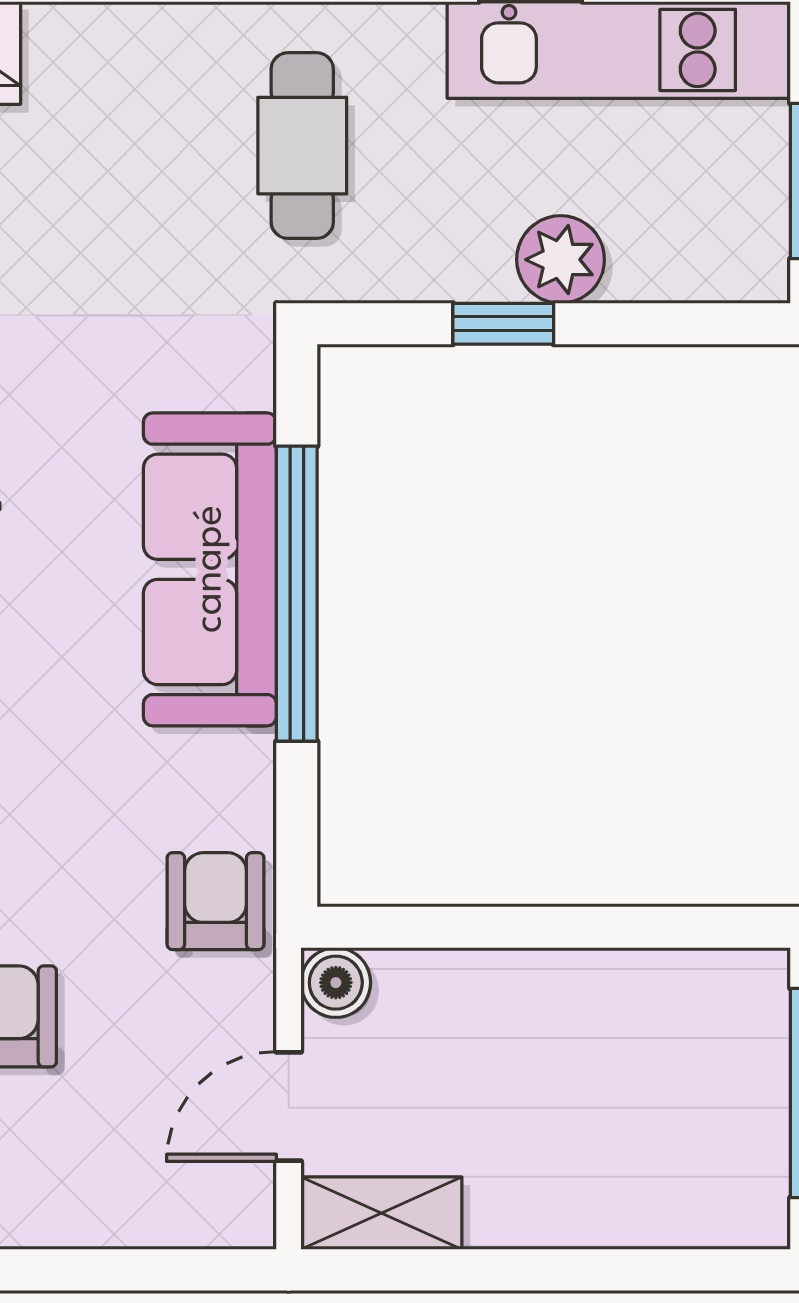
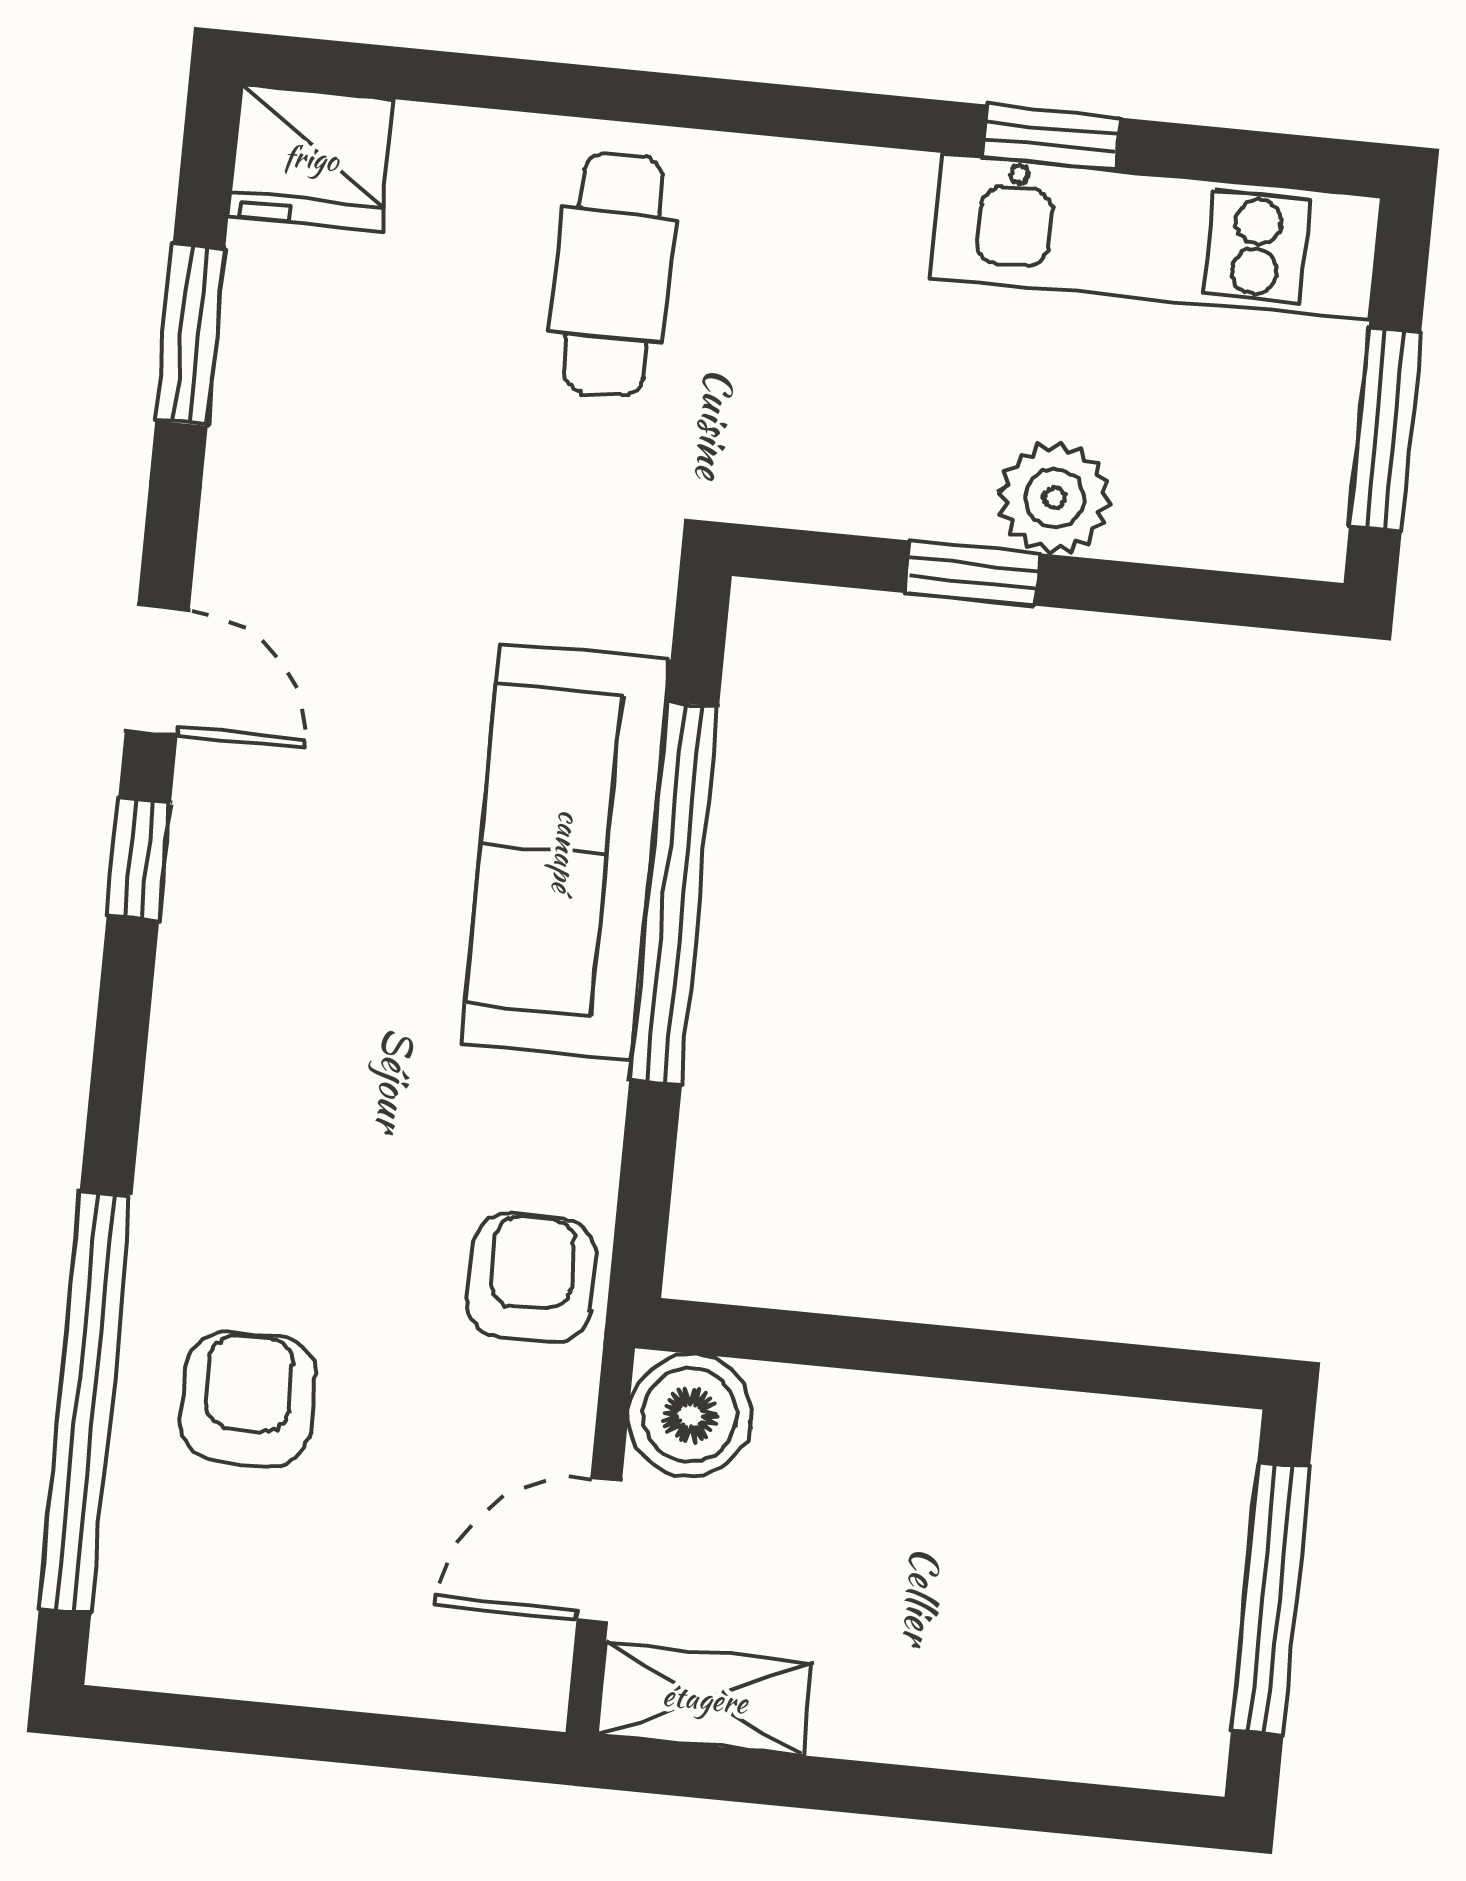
cafe table: (302, 146) -> (613, 275), moved
boiler: (336, 983) -> (690, 1415), width x1.36, depth x1.36

